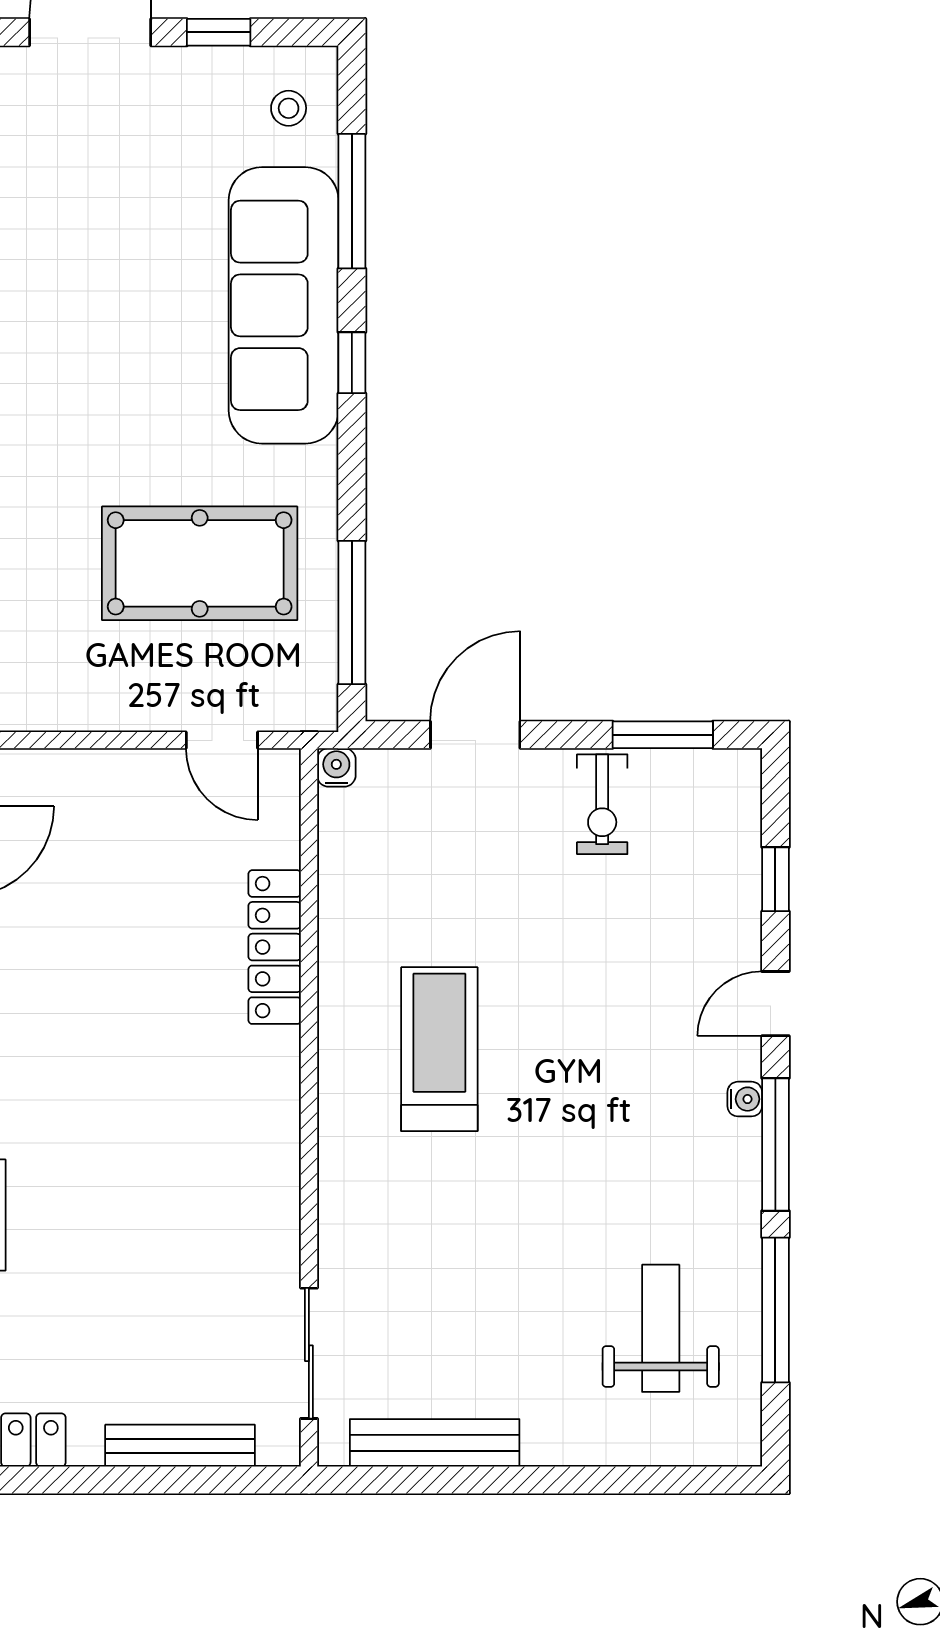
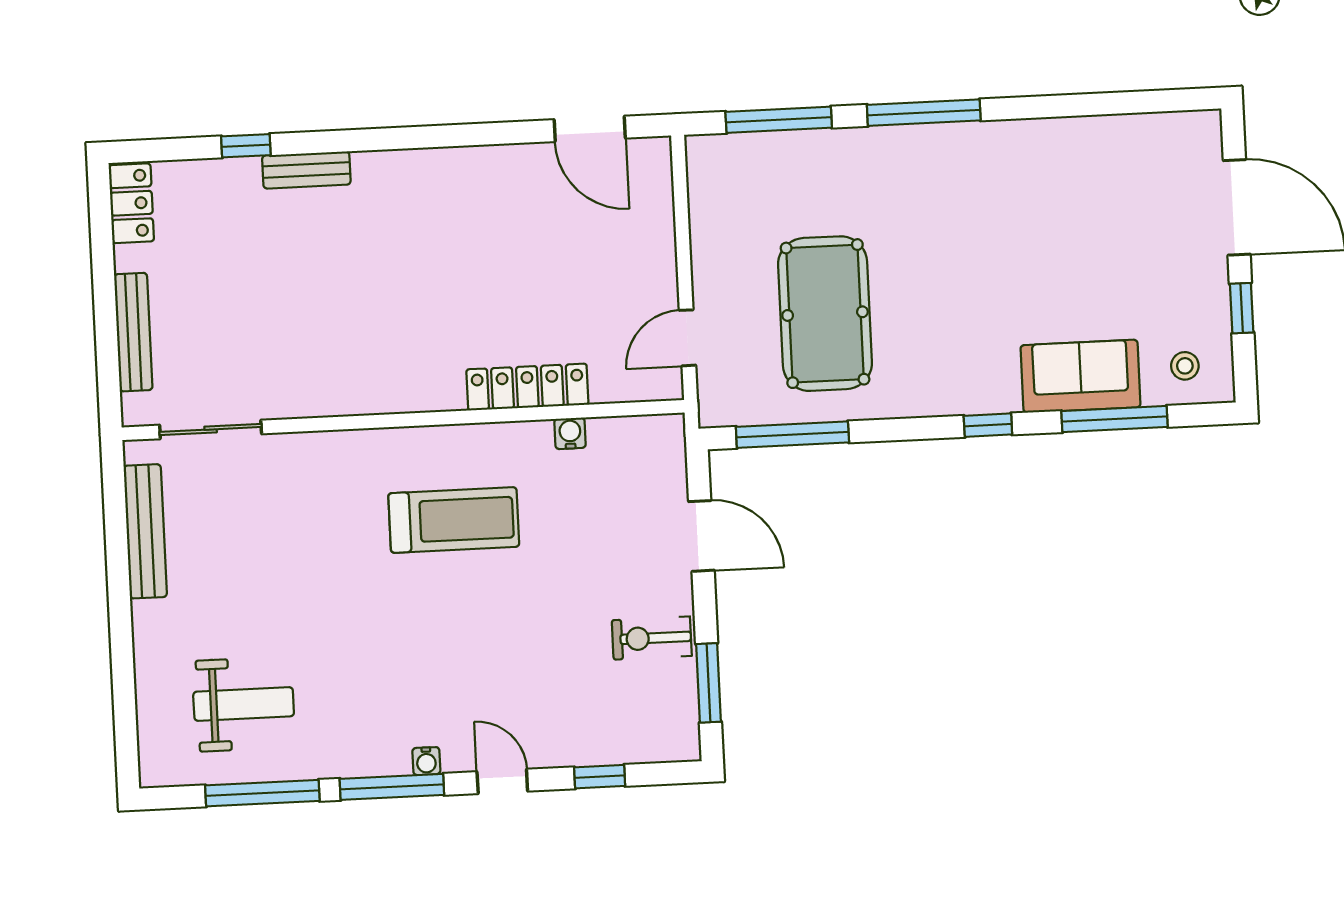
sofa: (284, 305) -> (1080, 376), width x0.54, depth x0.79
water cooler: (336, 767) -> (570, 433), moved, turned -90

